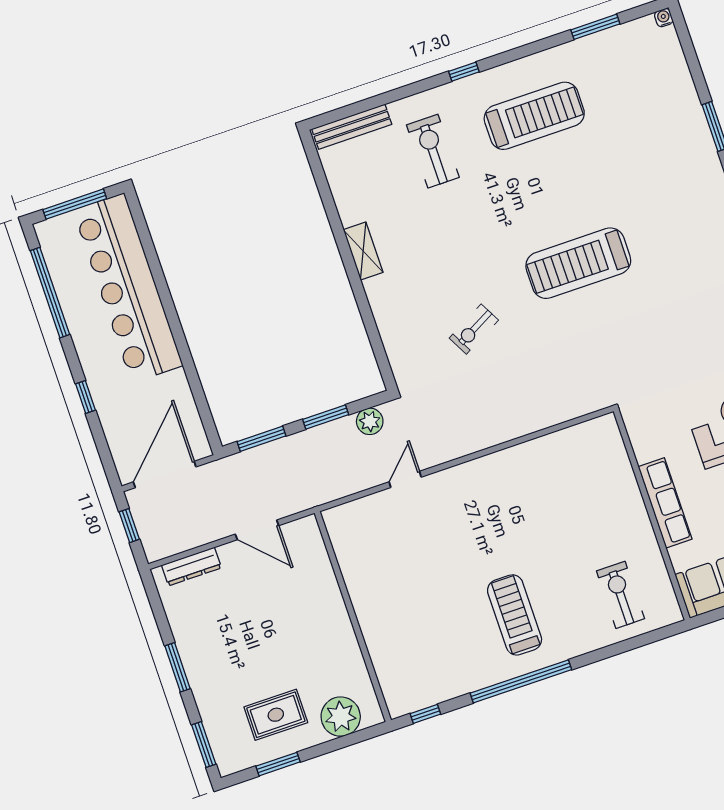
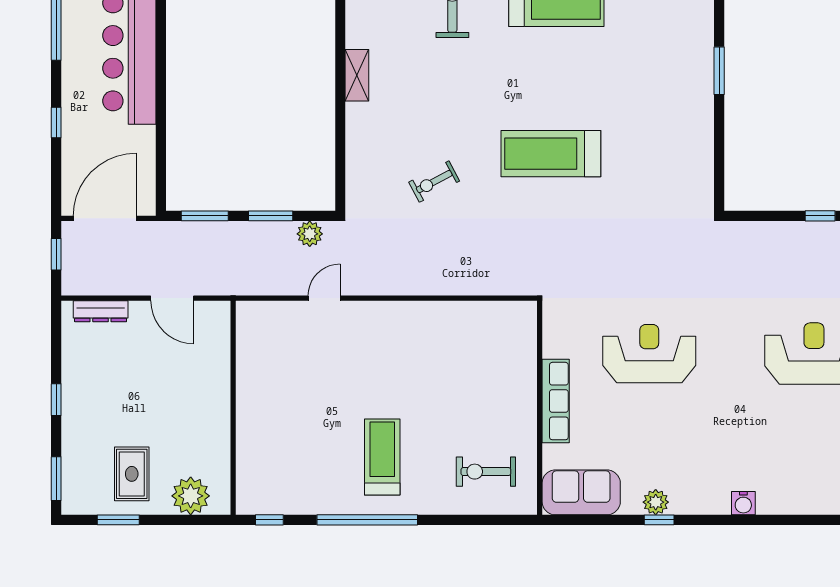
exercise bike: (621, 595) -> (486, 472), turned -90
window: (177, 667) -> (56, 400), width x0.67
rug: (276, 715) -> (132, 474), turned 90

